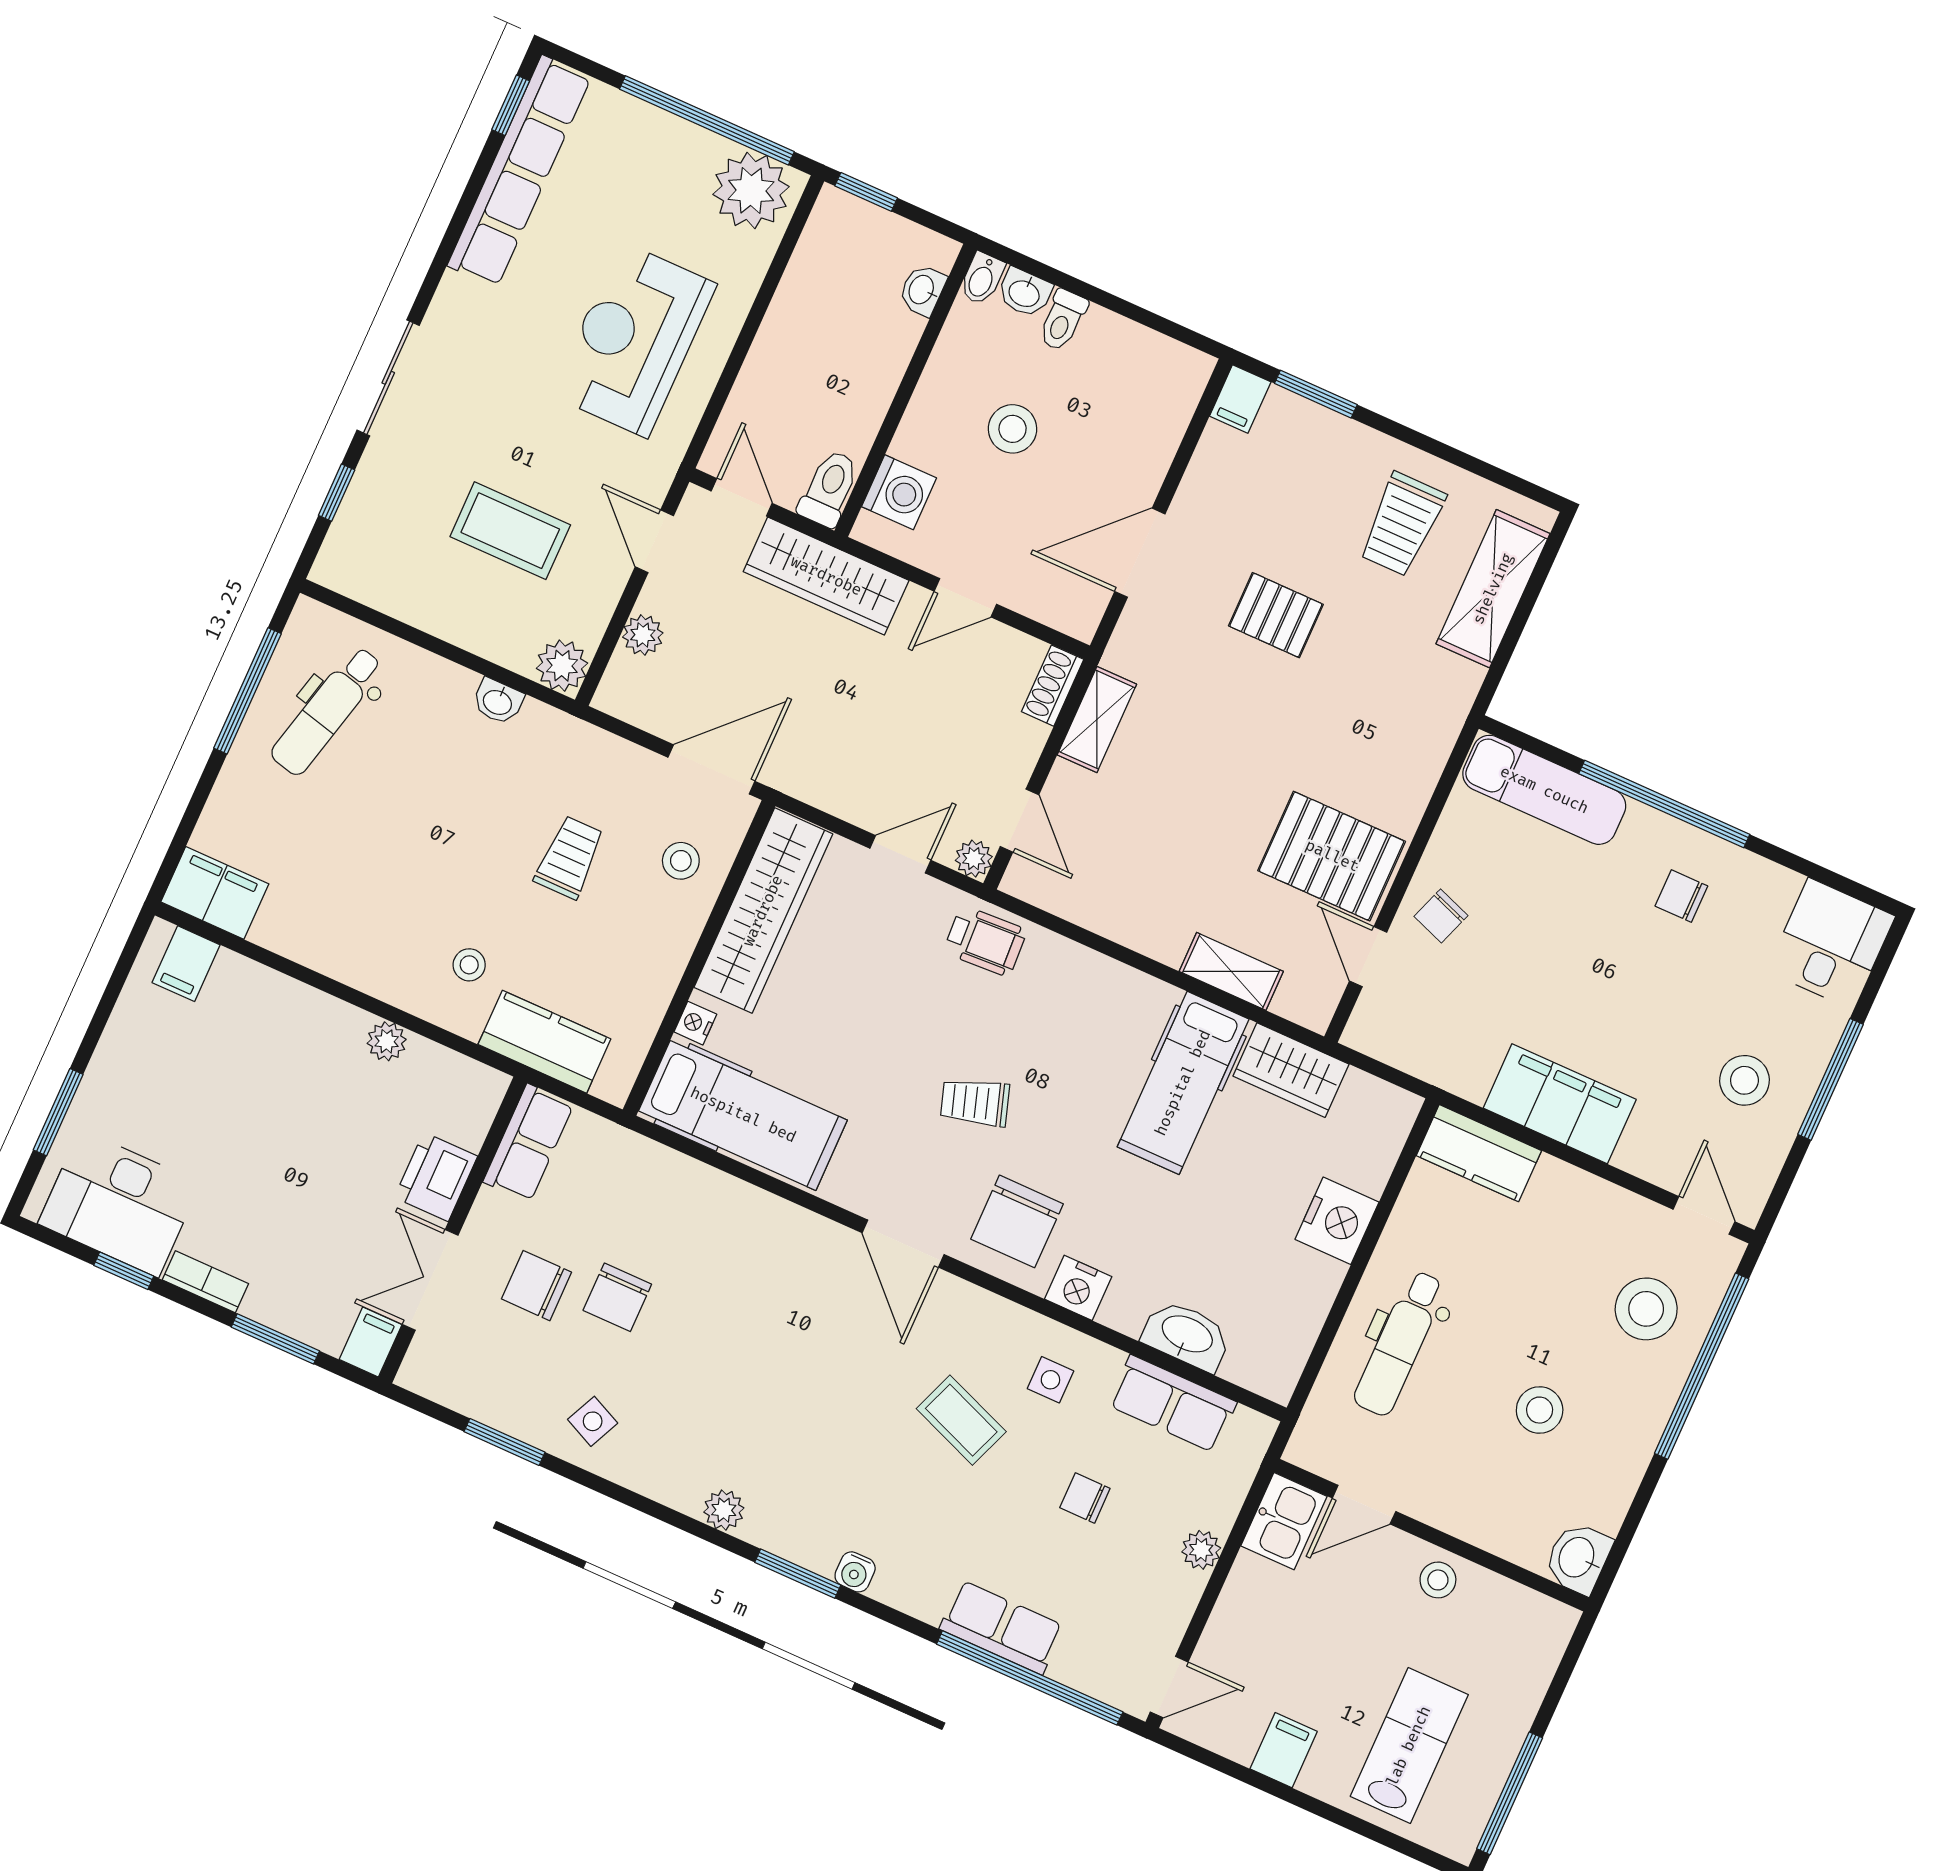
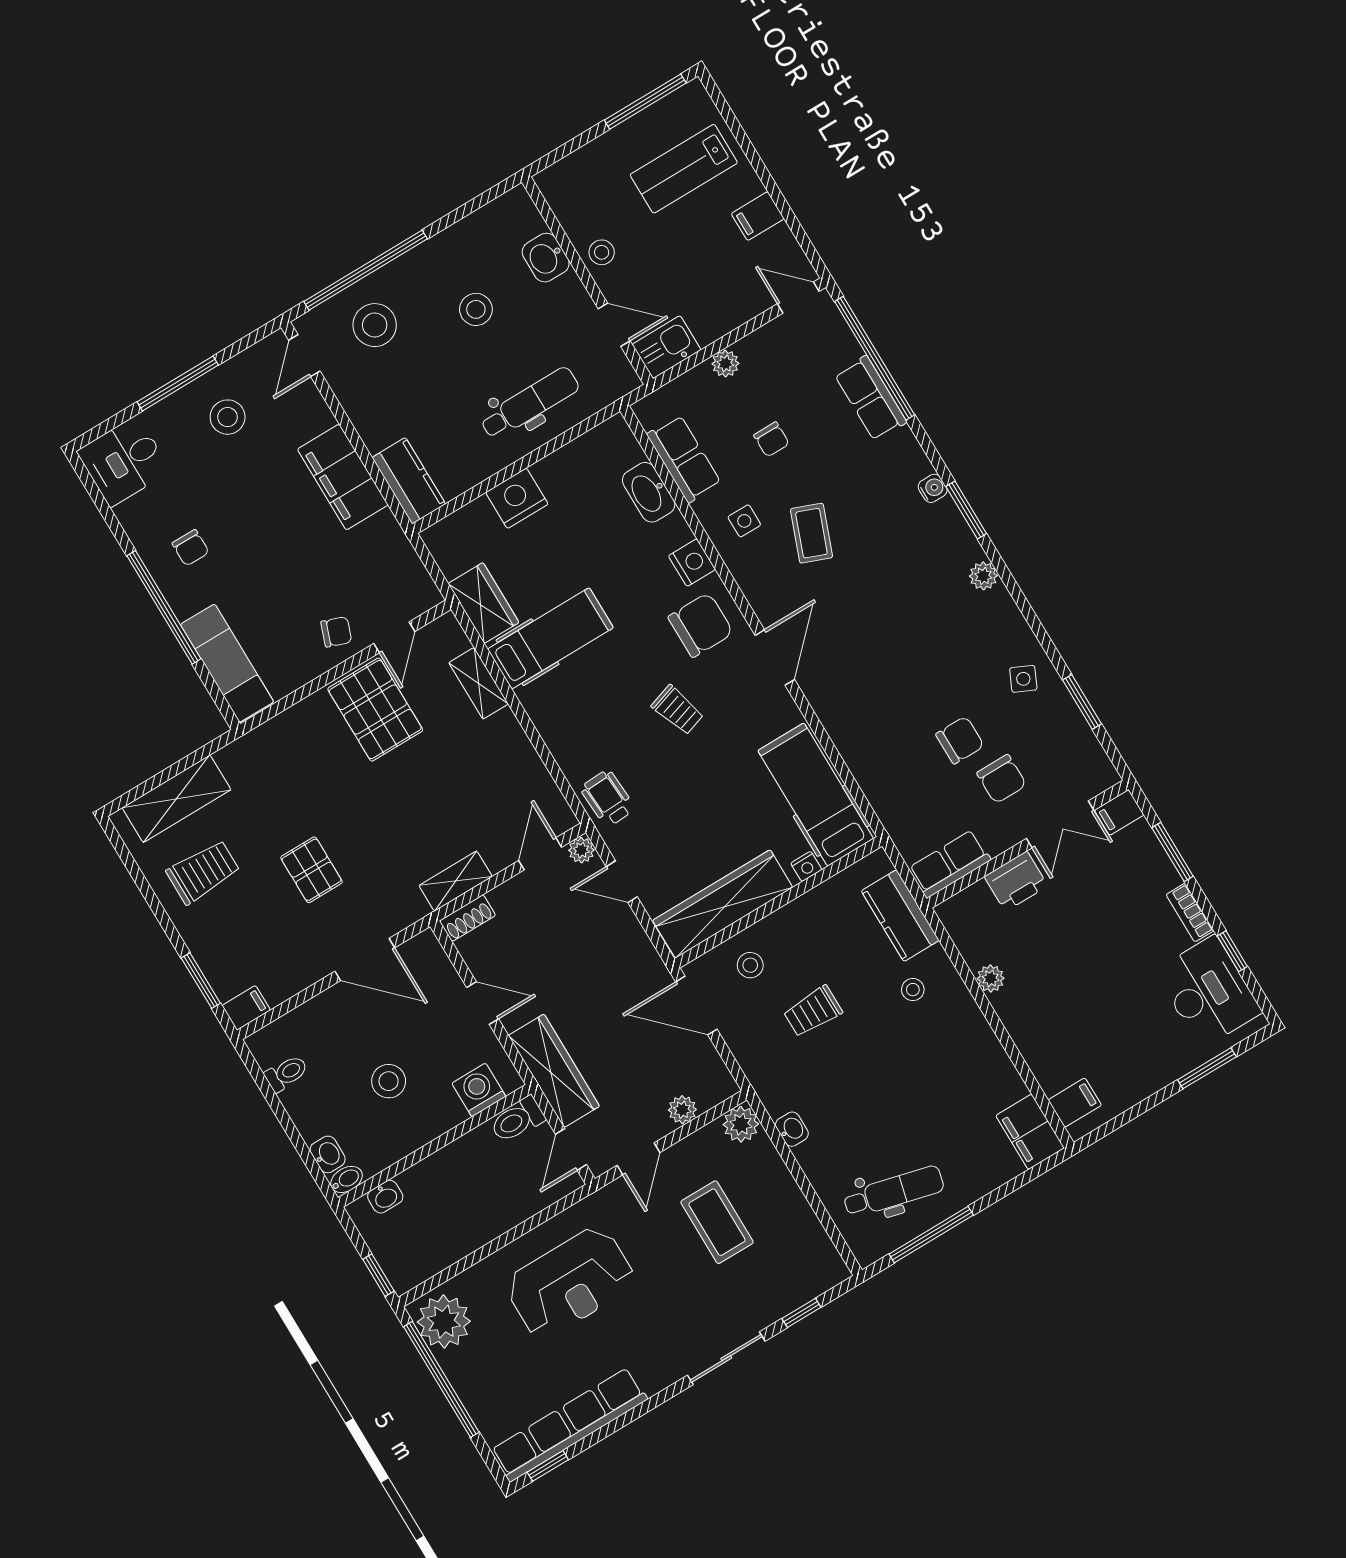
toilet: (1063, 320) -> (286, 1073), moved
washbasin: (1578, 1558) -> (546, 258), moved, turned 90

